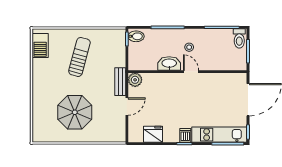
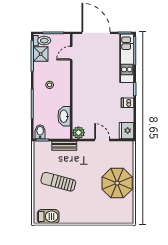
shower: (224, 37) -> (41, 54), added
washbasin: (169, 63) -> (64, 116), moved
door: (191, 72) -> (71, 53), moved
bench: (120, 82) -> (64, 146), moved
parasol: (75, 112) -> (117, 183), moved
fridge: (153, 134) -> (127, 131), moved
dishwasher: (185, 135) -> (128, 103), moved

